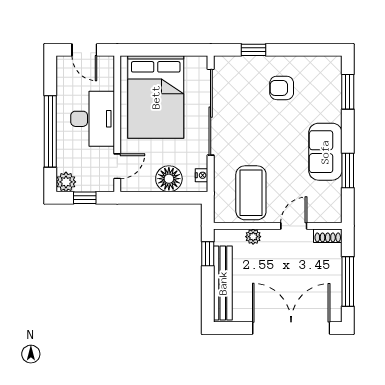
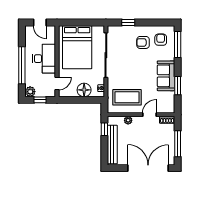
armchair: (315, 83) -> (161, 40), added
window: (348, 92) -> (178, 44), width x1.44
coffee table: (251, 193) -> (127, 97), turned 90

